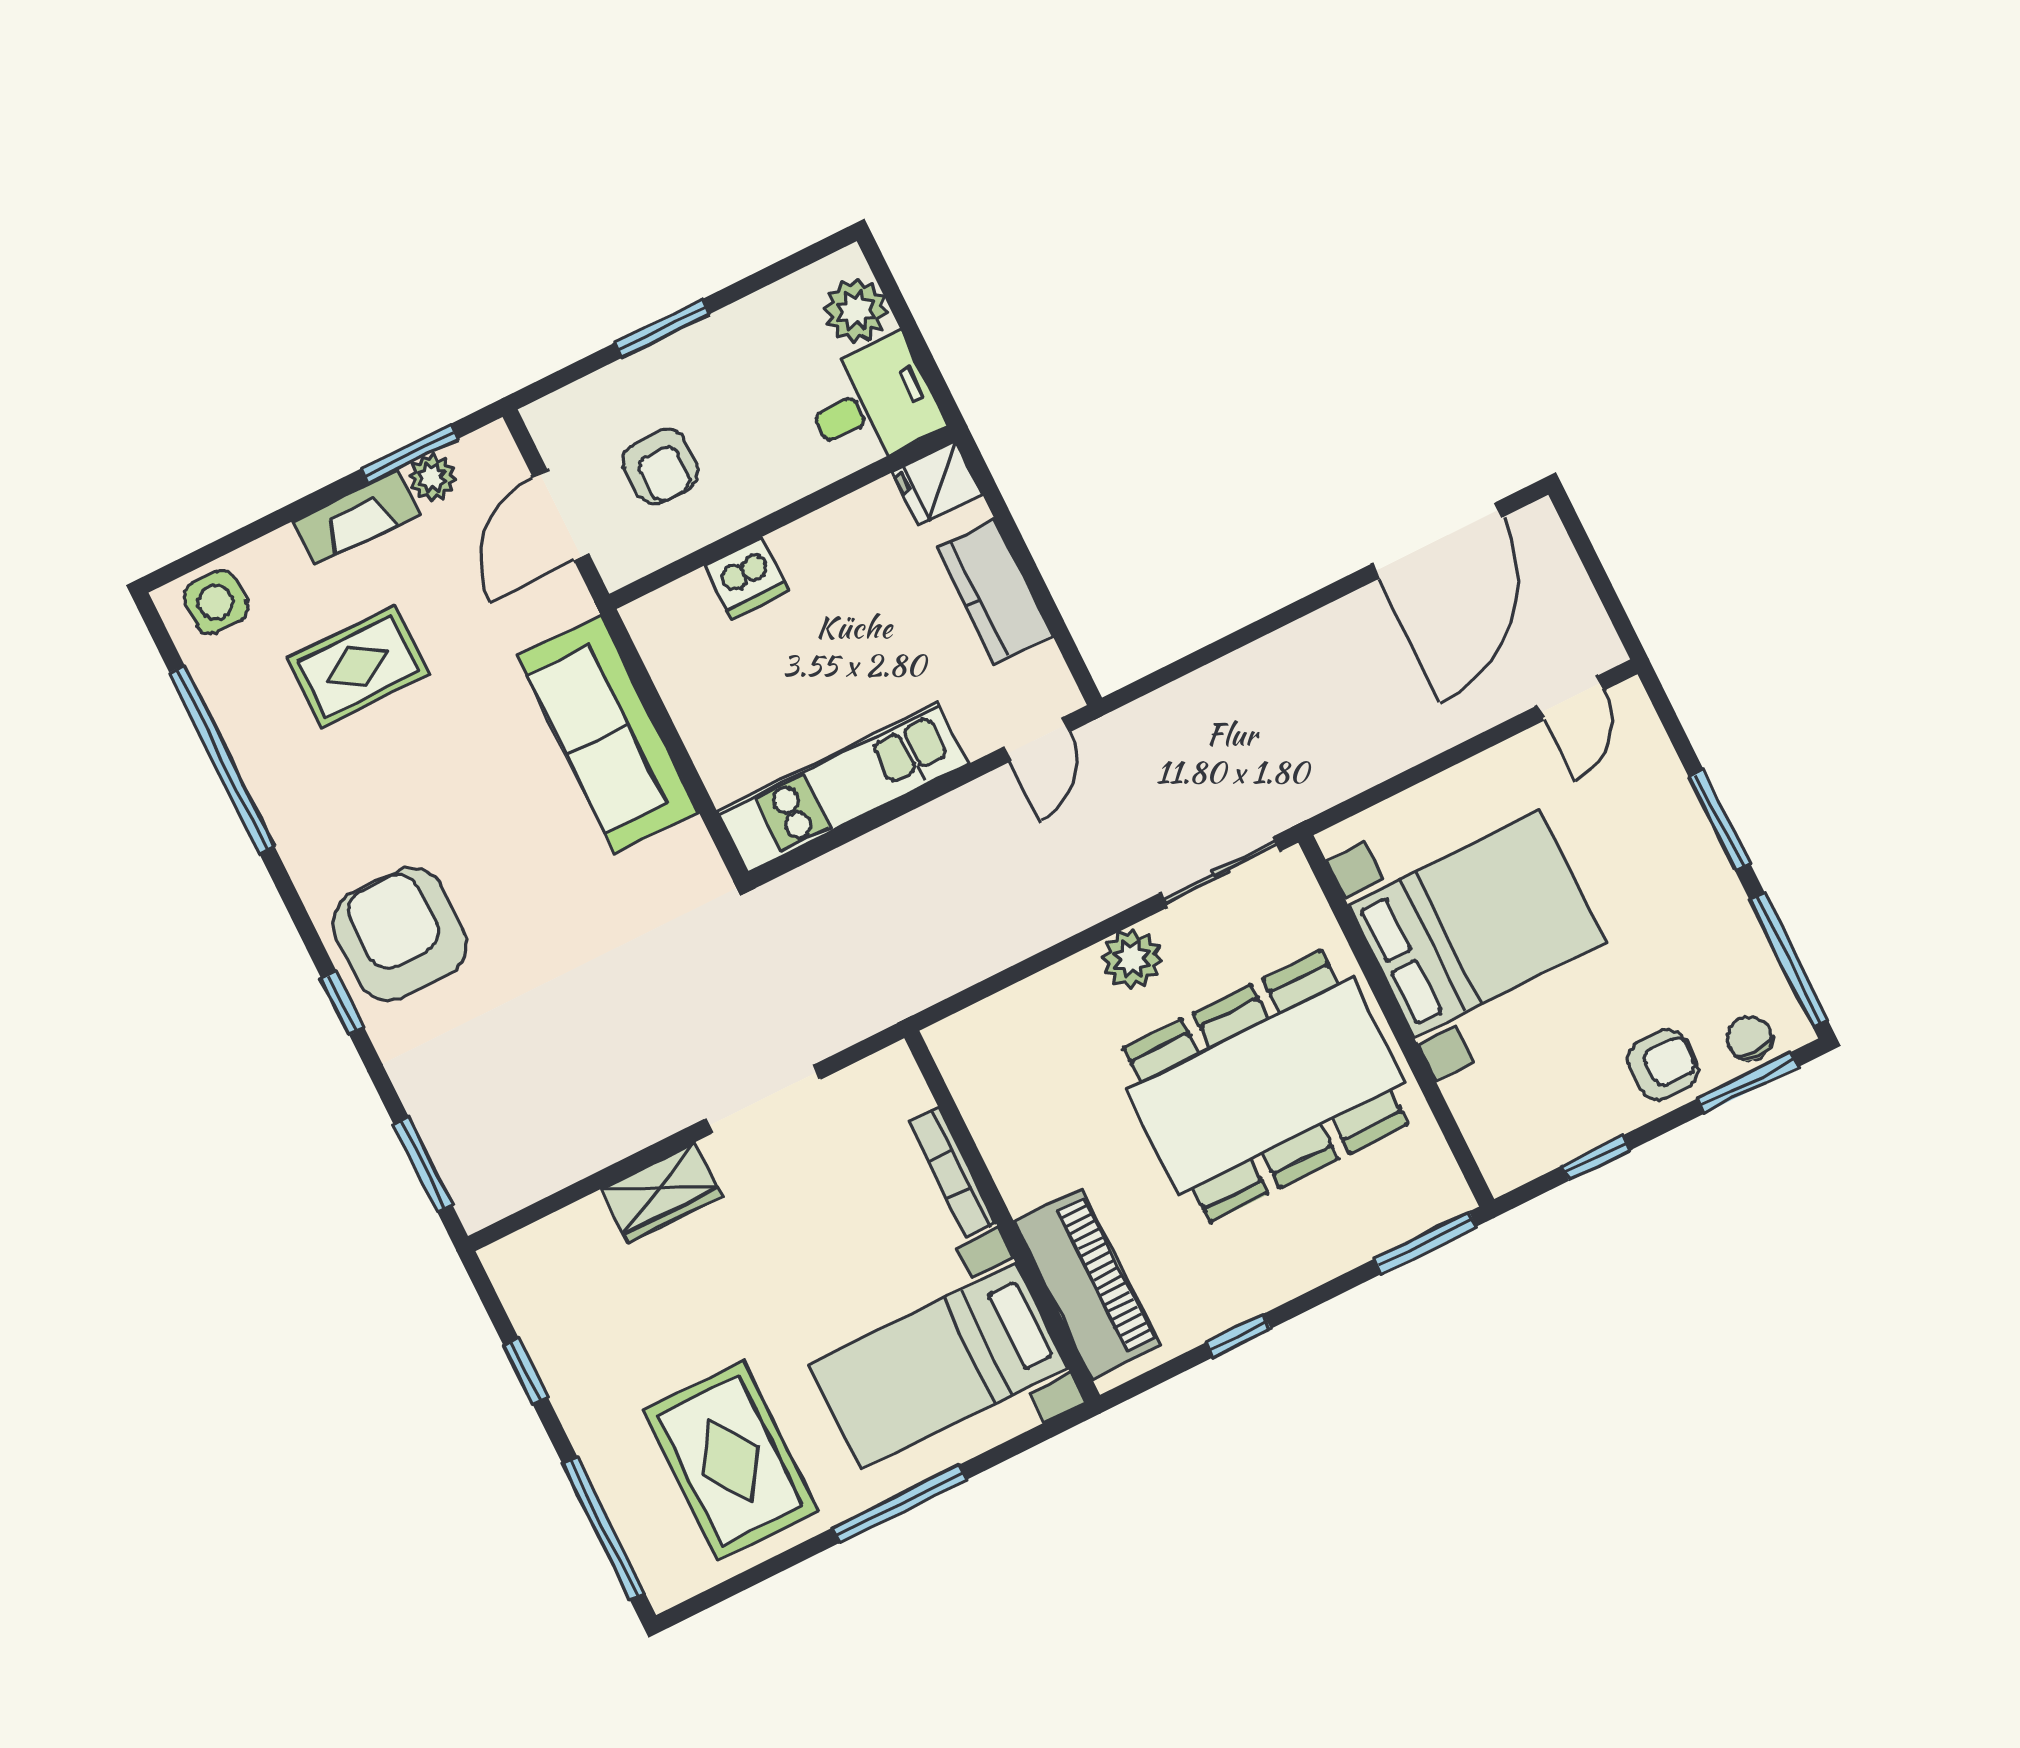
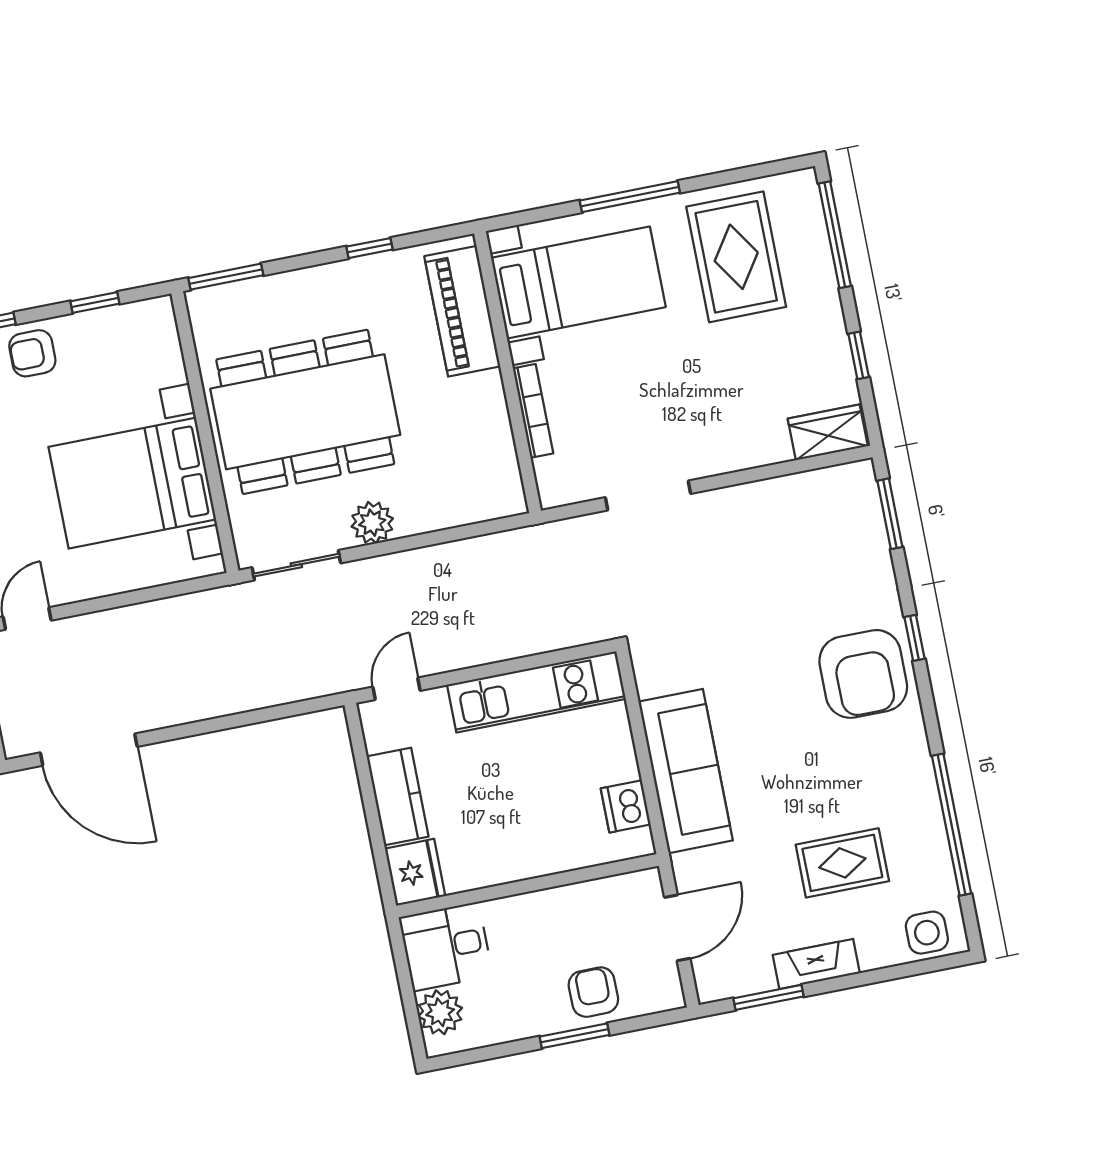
armchair: (661, 467) -> (593, 992), moved
plant: (432, 478) -> (757, 977), removed
fridge: (937, 483) -> (415, 872), width x1.38
door: (1437, 541) -> (89, 750), swing flipped
dishwasher: (746, 578) -> (626, 806), moved, turned -90
wardrobe: (662, 1193) -> (828, 432), moved

